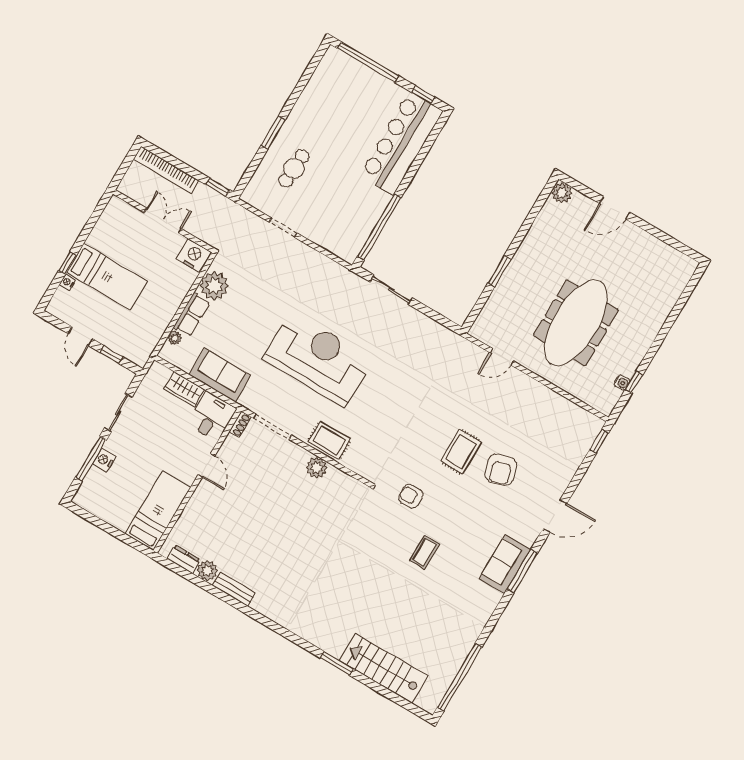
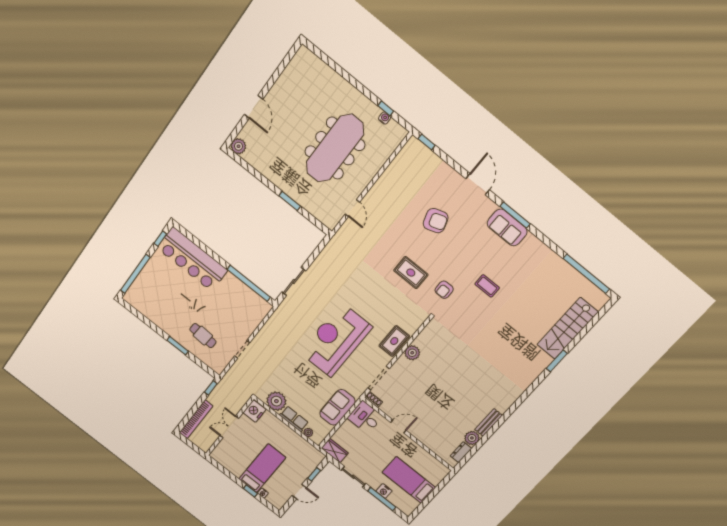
meeting table: (576, 323) -> (335, 148), turned 90
wardrobe: (184, 389) -> (335, 451), moved, turned -90
rug: (461, 452) -> (411, 273), moved
bed: (158, 510) -> (409, 480), moved

